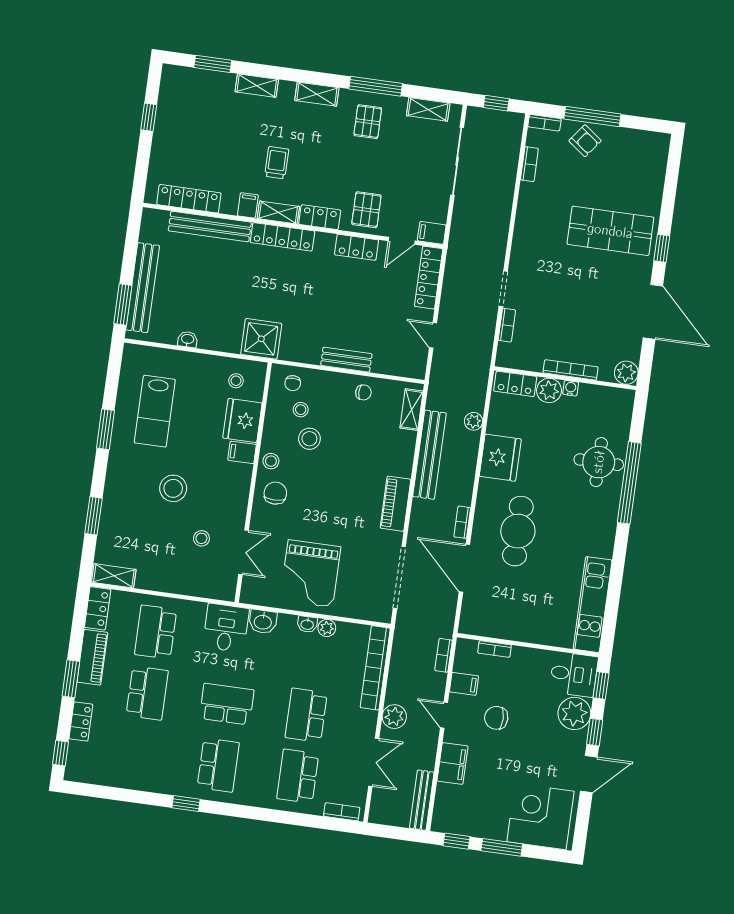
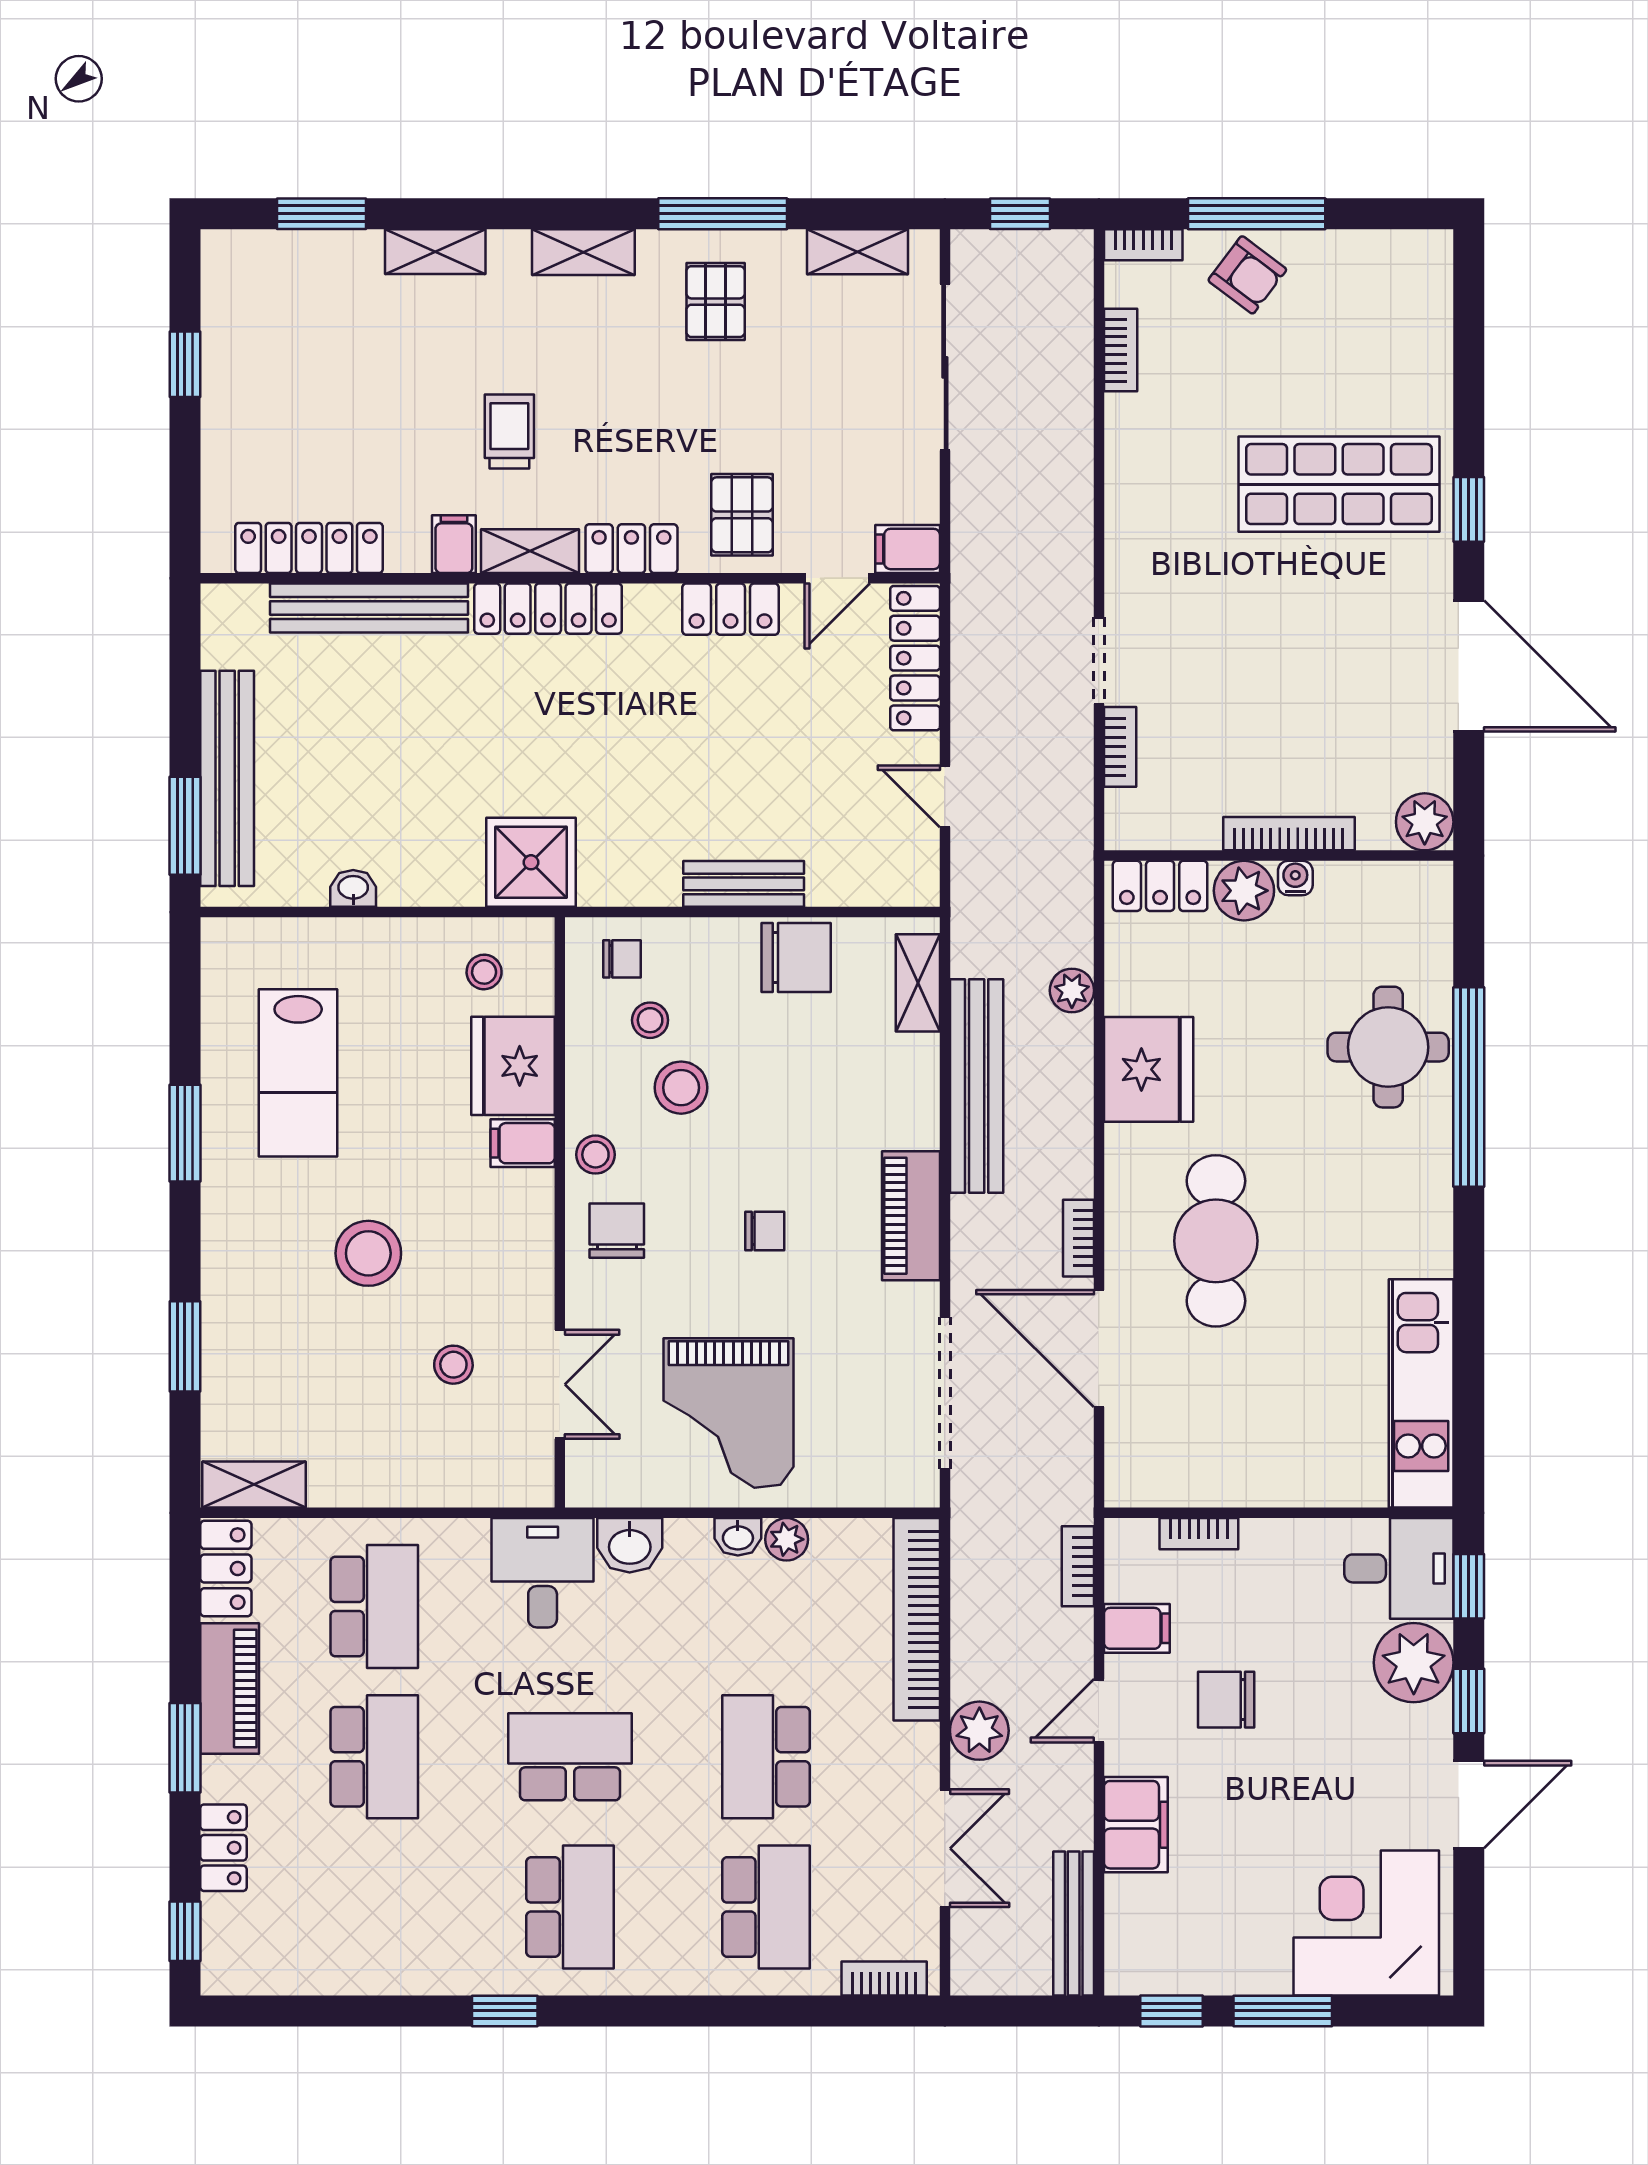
chair: (293, 383) -> (622, 959), turned -90
chair: (363, 392) -> (796, 958), width x1.87, depth x1.87
chair: (335, 502) -> (765, 1231), added
school desk: (156, 632) -> (374, 1606), turned 180
door: (444, 715) -> (1099, 1711), hinge flipped
school desk: (298, 776) -> (766, 1907), turned 180

